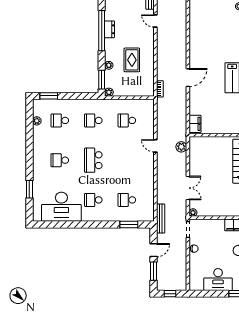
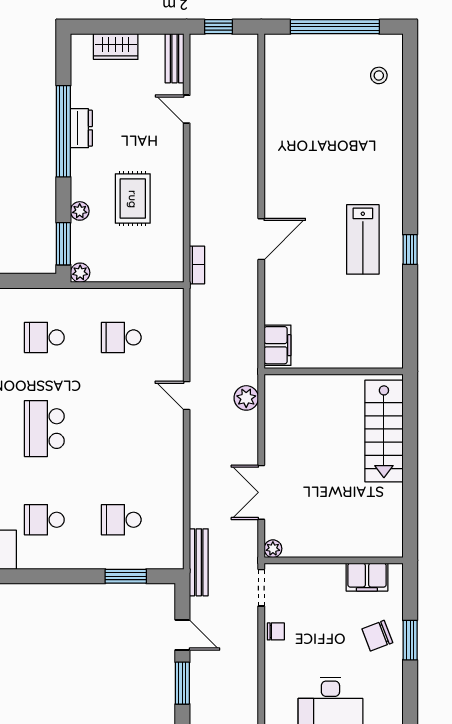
double door: (188, 188) -> (261, 492), swing flipped
door: (154, 250) -> (182, 635), hinge flipped

